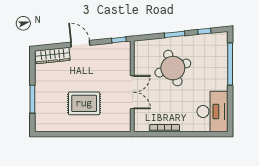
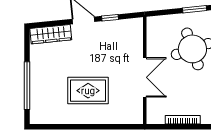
window: (119, 40) -> (110, 18), moved
window: (32, 99) -> (27, 86), width x1.46

